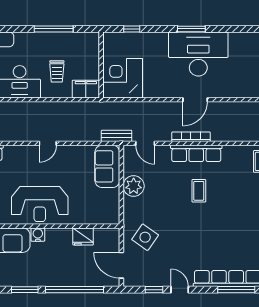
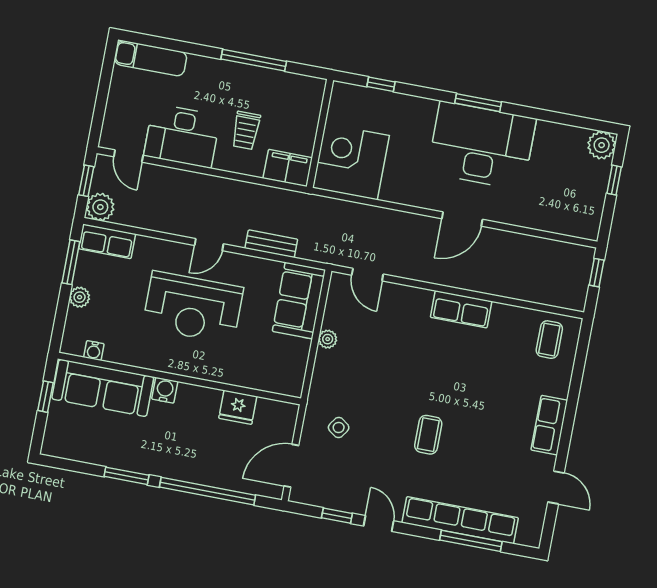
bench: (116, 136) -> (271, 244), moved
bookcase: (191, 137) -> (444, 278), removed
row of seats: (196, 153) -> (461, 309), width x0.68
plant: (134, 186) -> (328, 339), width x0.53, depth x0.53
coffee table: (199, 191) -> (428, 435), moved
reception desk: (40, 204) -> (193, 307), moved
side table: (145, 237) -> (339, 427), width x0.54, depth x0.54
door: (121, 265) -> (291, 466), hinge flipped

